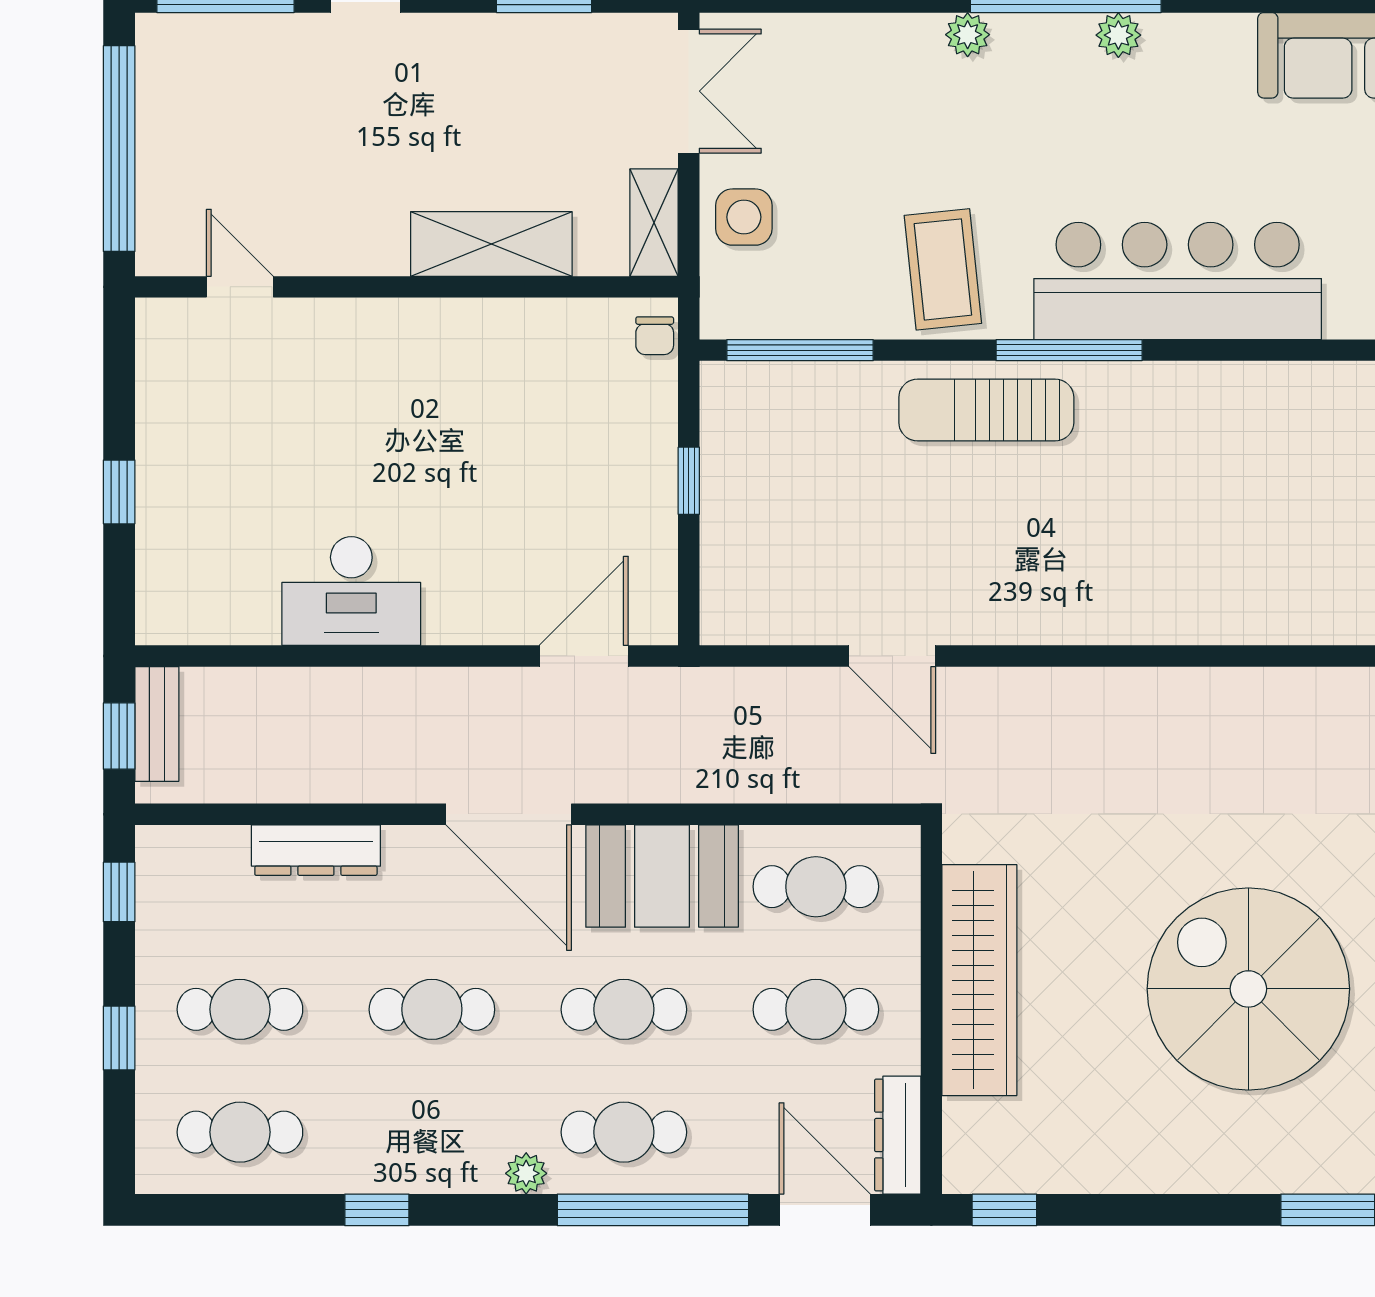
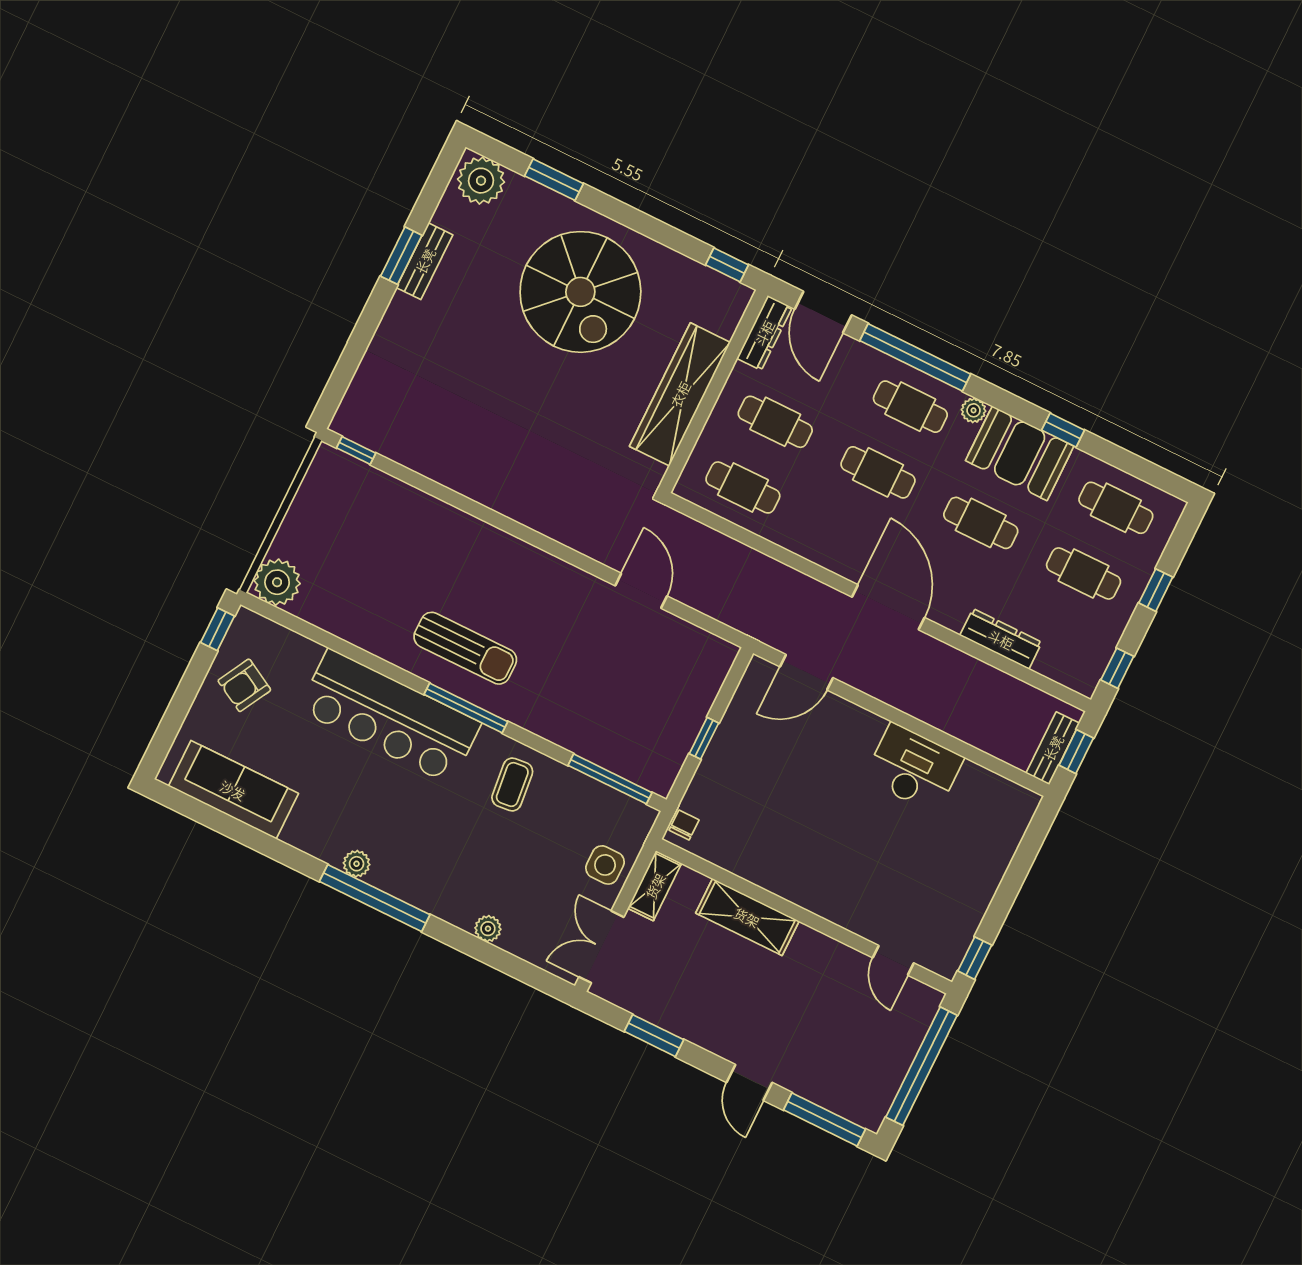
plant: (968, 35) -> (488, 929), moved
coffee table: (943, 269) -> (512, 785), width x0.73, depth x0.77
sun lounger: (986, 410) -> (465, 648), moved
window: (119, 492) -> (975, 958), moved
booth: (662, 876) -> (1020, 453), moved
spiral stairs: (1248, 989) -> (580, 292), moved

